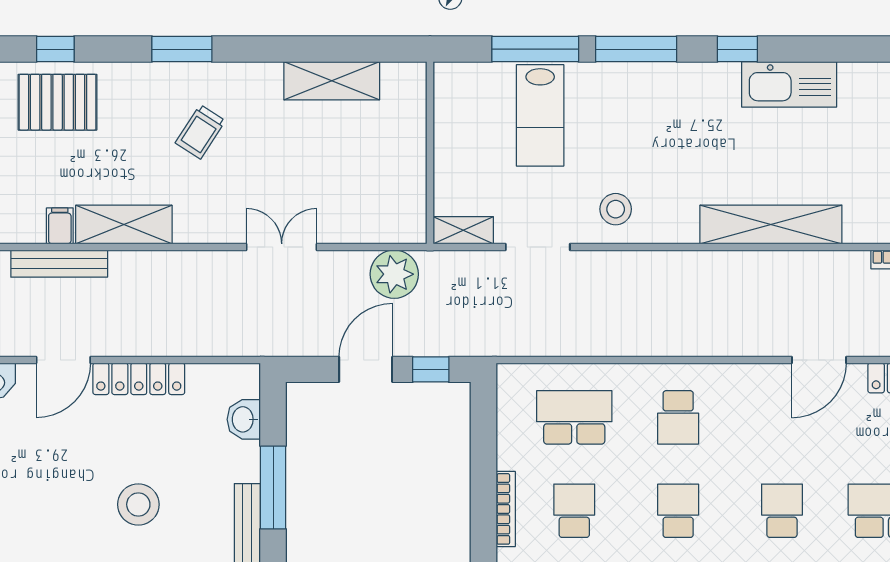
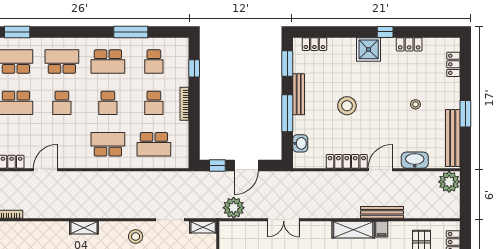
shelving: (771, 224) -> (84, 228), width x0.45, depth x0.75
school desk: (678, 417) -> (108, 144), width x1.85

